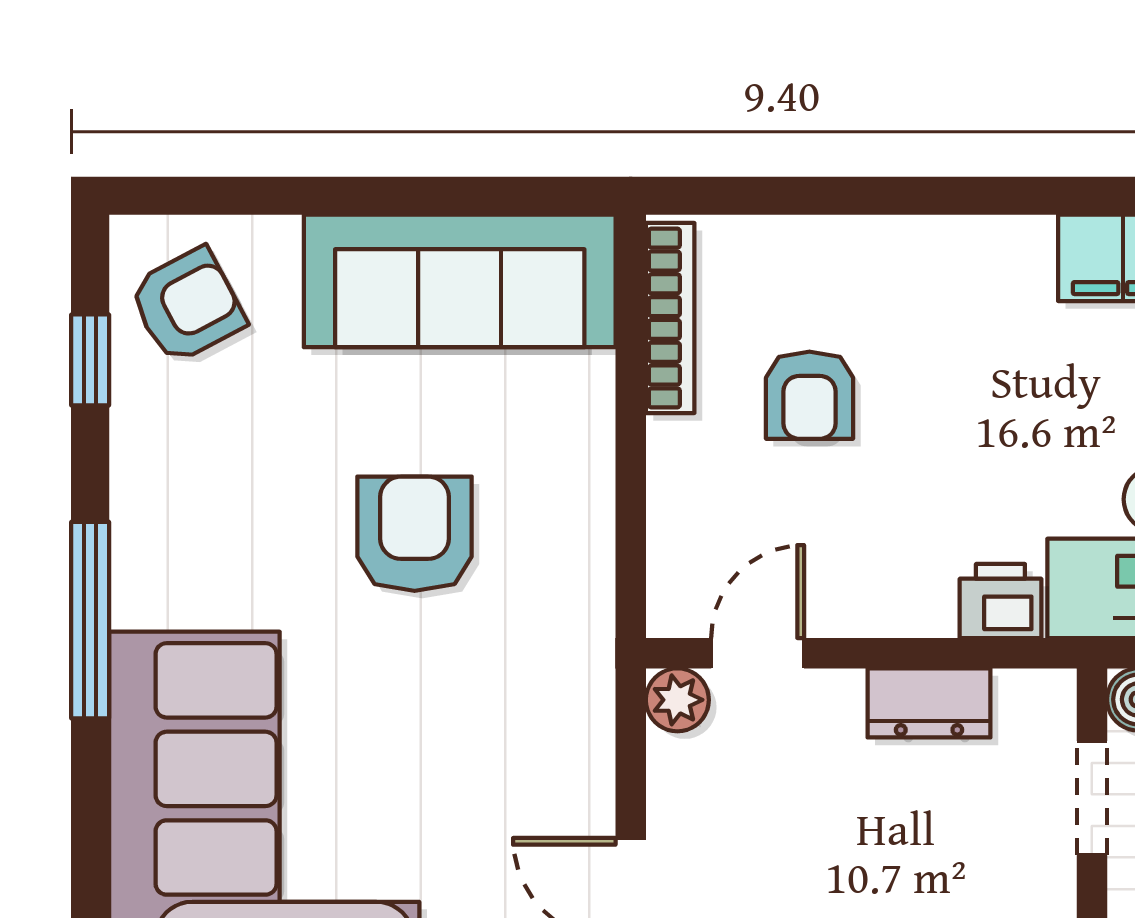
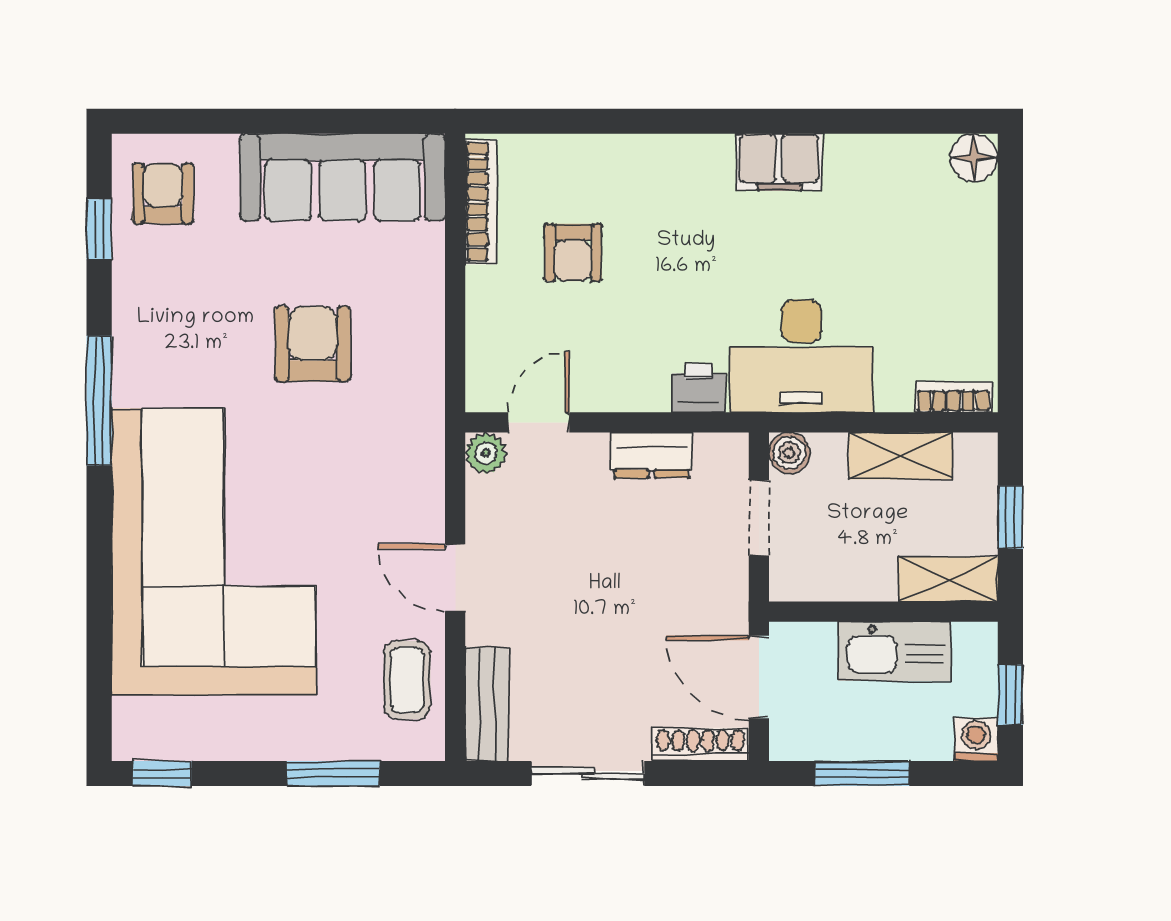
armchair: (187, 306) -> (163, 193), turned -62

